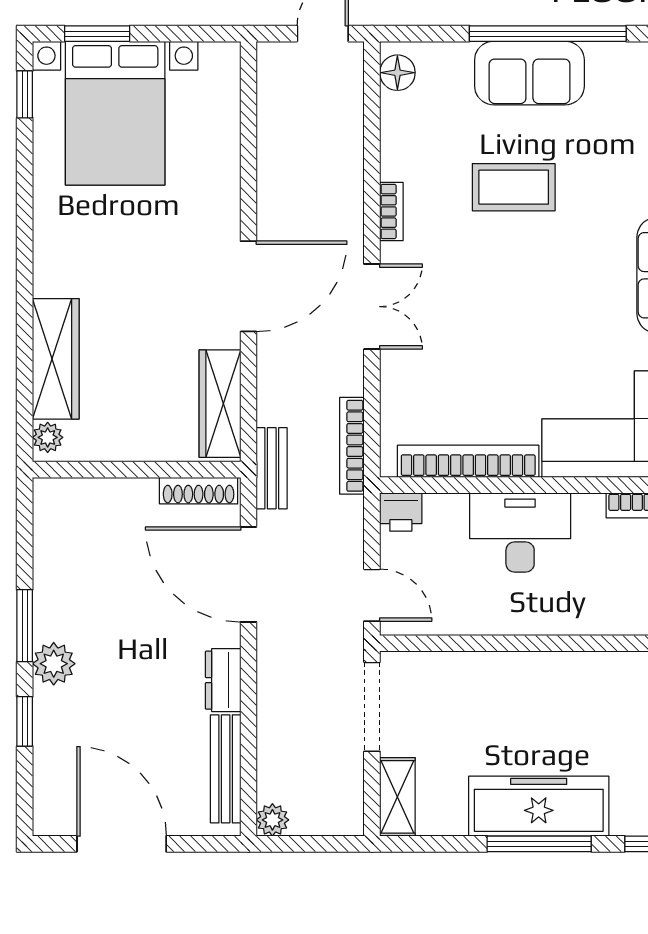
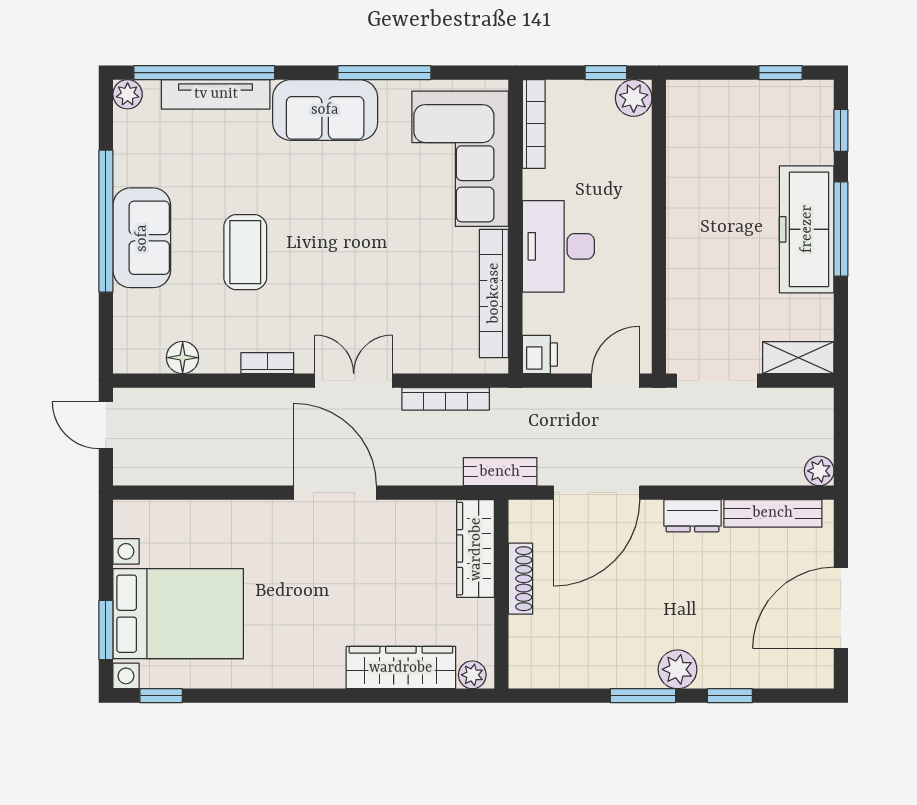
floor lamp: (397, 73) -> (183, 358), moved
wardrobe: (220, 404) -> (476, 549), moved, turned 90
bookcase: (352, 446) -> (446, 399), moved
shoe rack: (199, 491) -> (521, 579), moved

